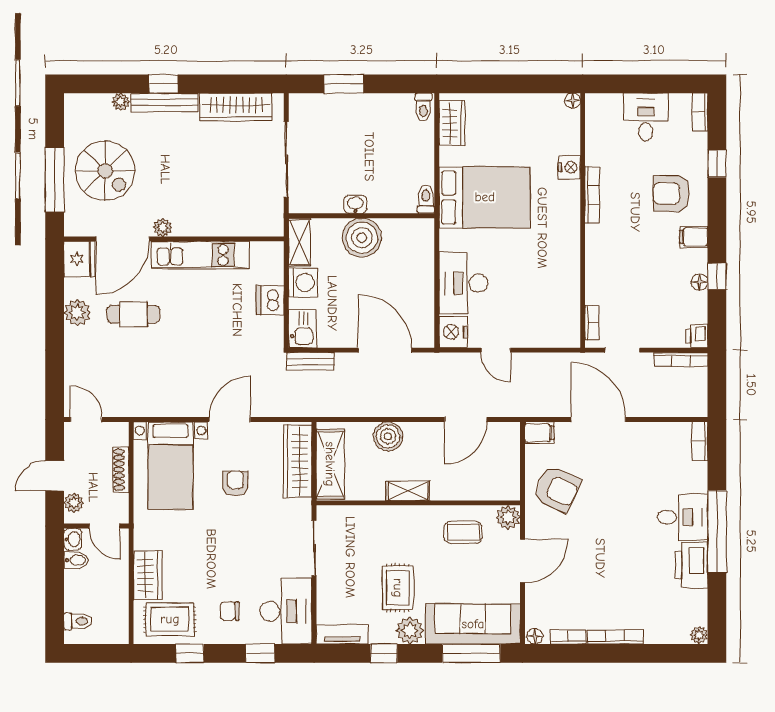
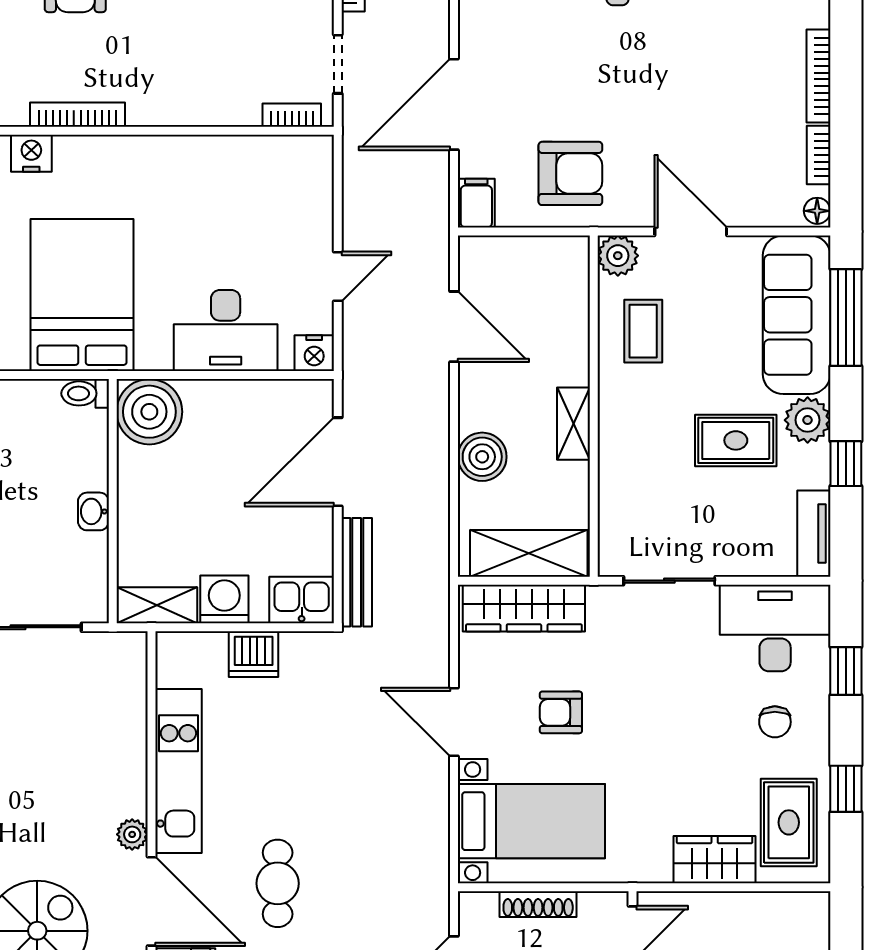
boiler: (362, 238) -> (149, 412), moved
nightstand: (453, 332) -> (314, 353), width x0.74, depth x0.75
bench: (310, 361) -> (357, 572), width x1.36
armchair: (557, 489) -> (570, 173), turned 65

